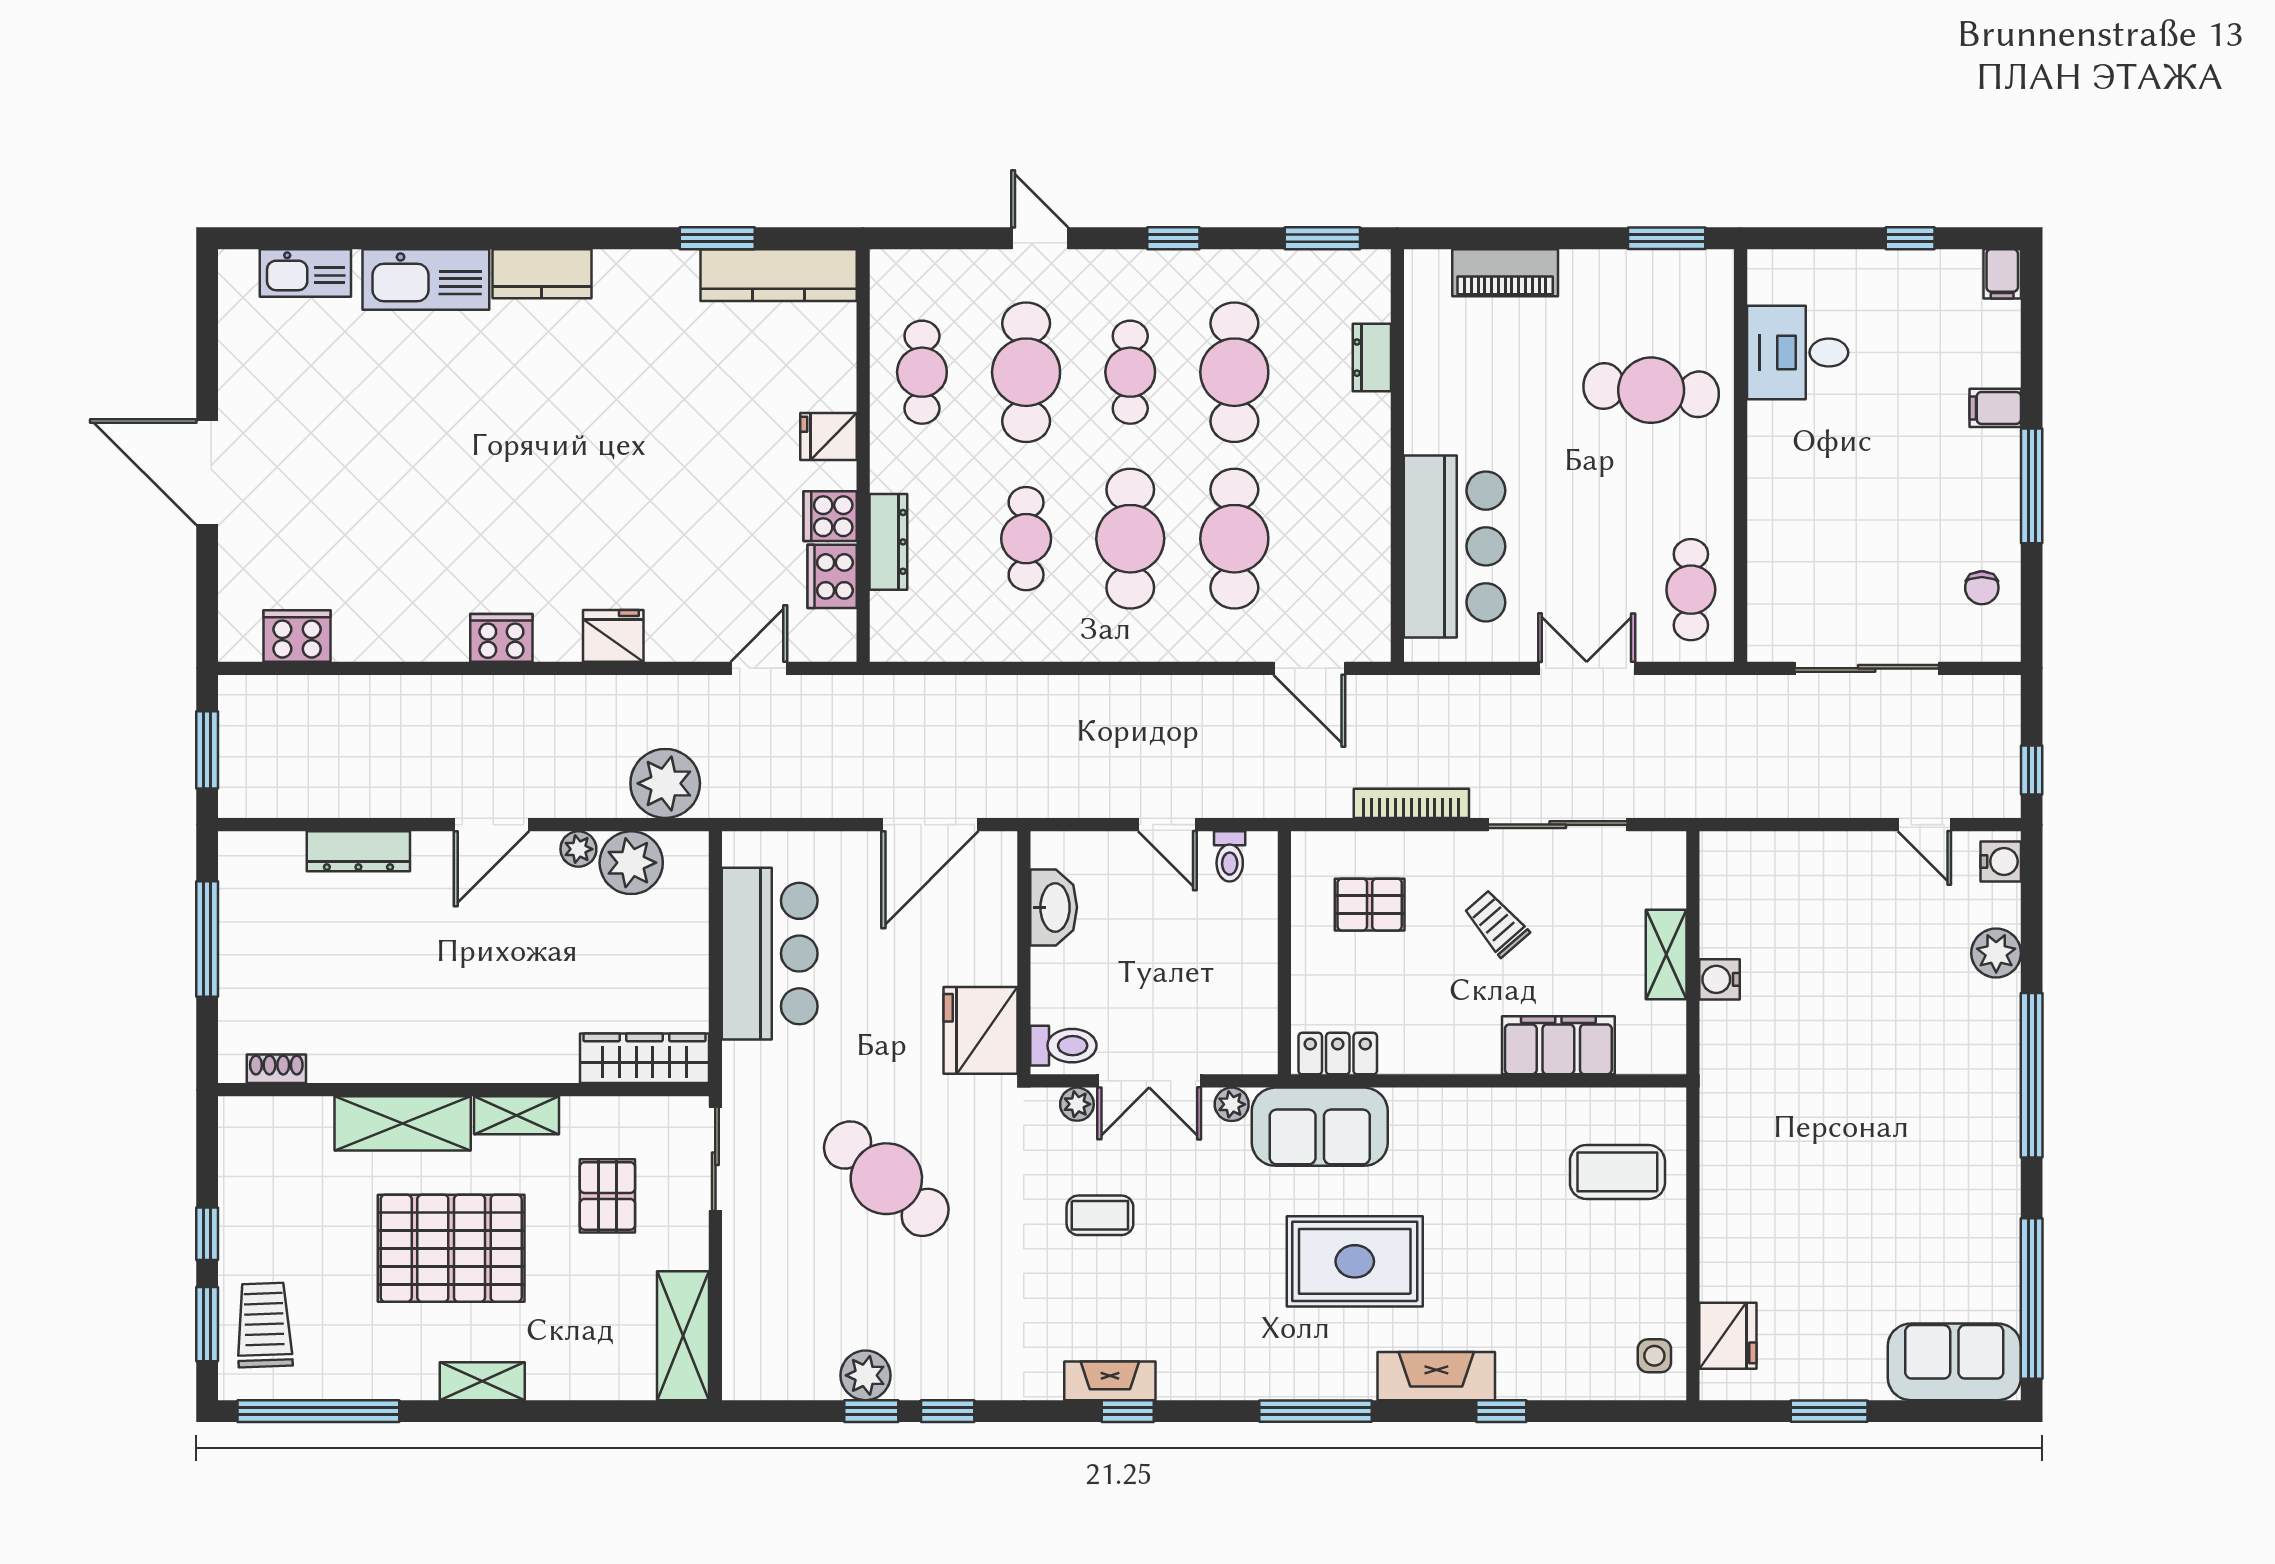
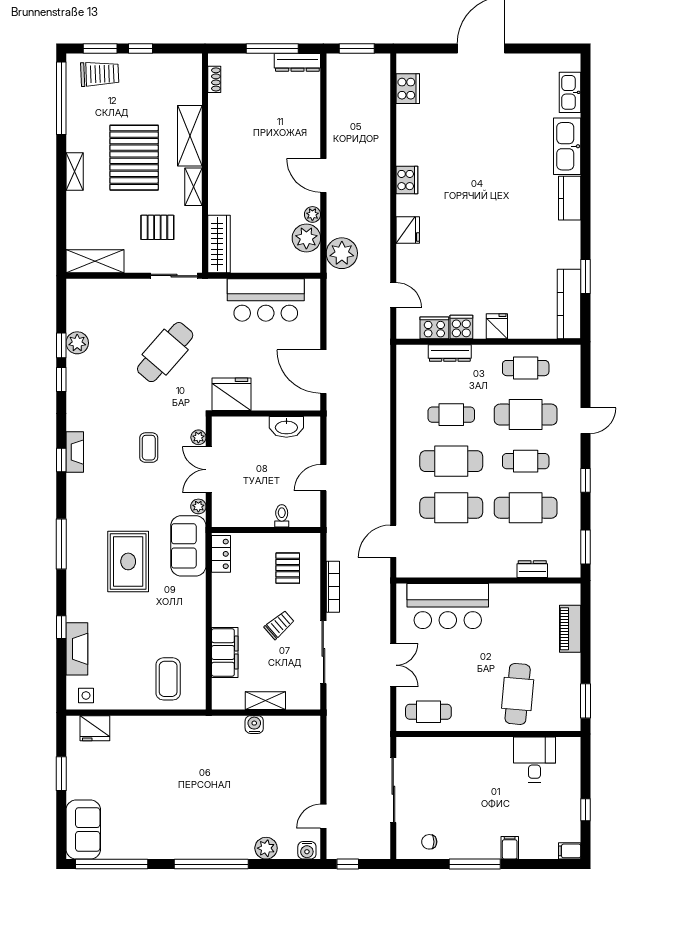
dresser: (358, 851) -> (297, 62), moved, turned -90
toilet: (1230, 856) -> (282, 516), moved, turned 90
toilet: (1063, 1046) -> (225, 431), removed
fireplace: (1436, 1376) -> (77, 649), moved

